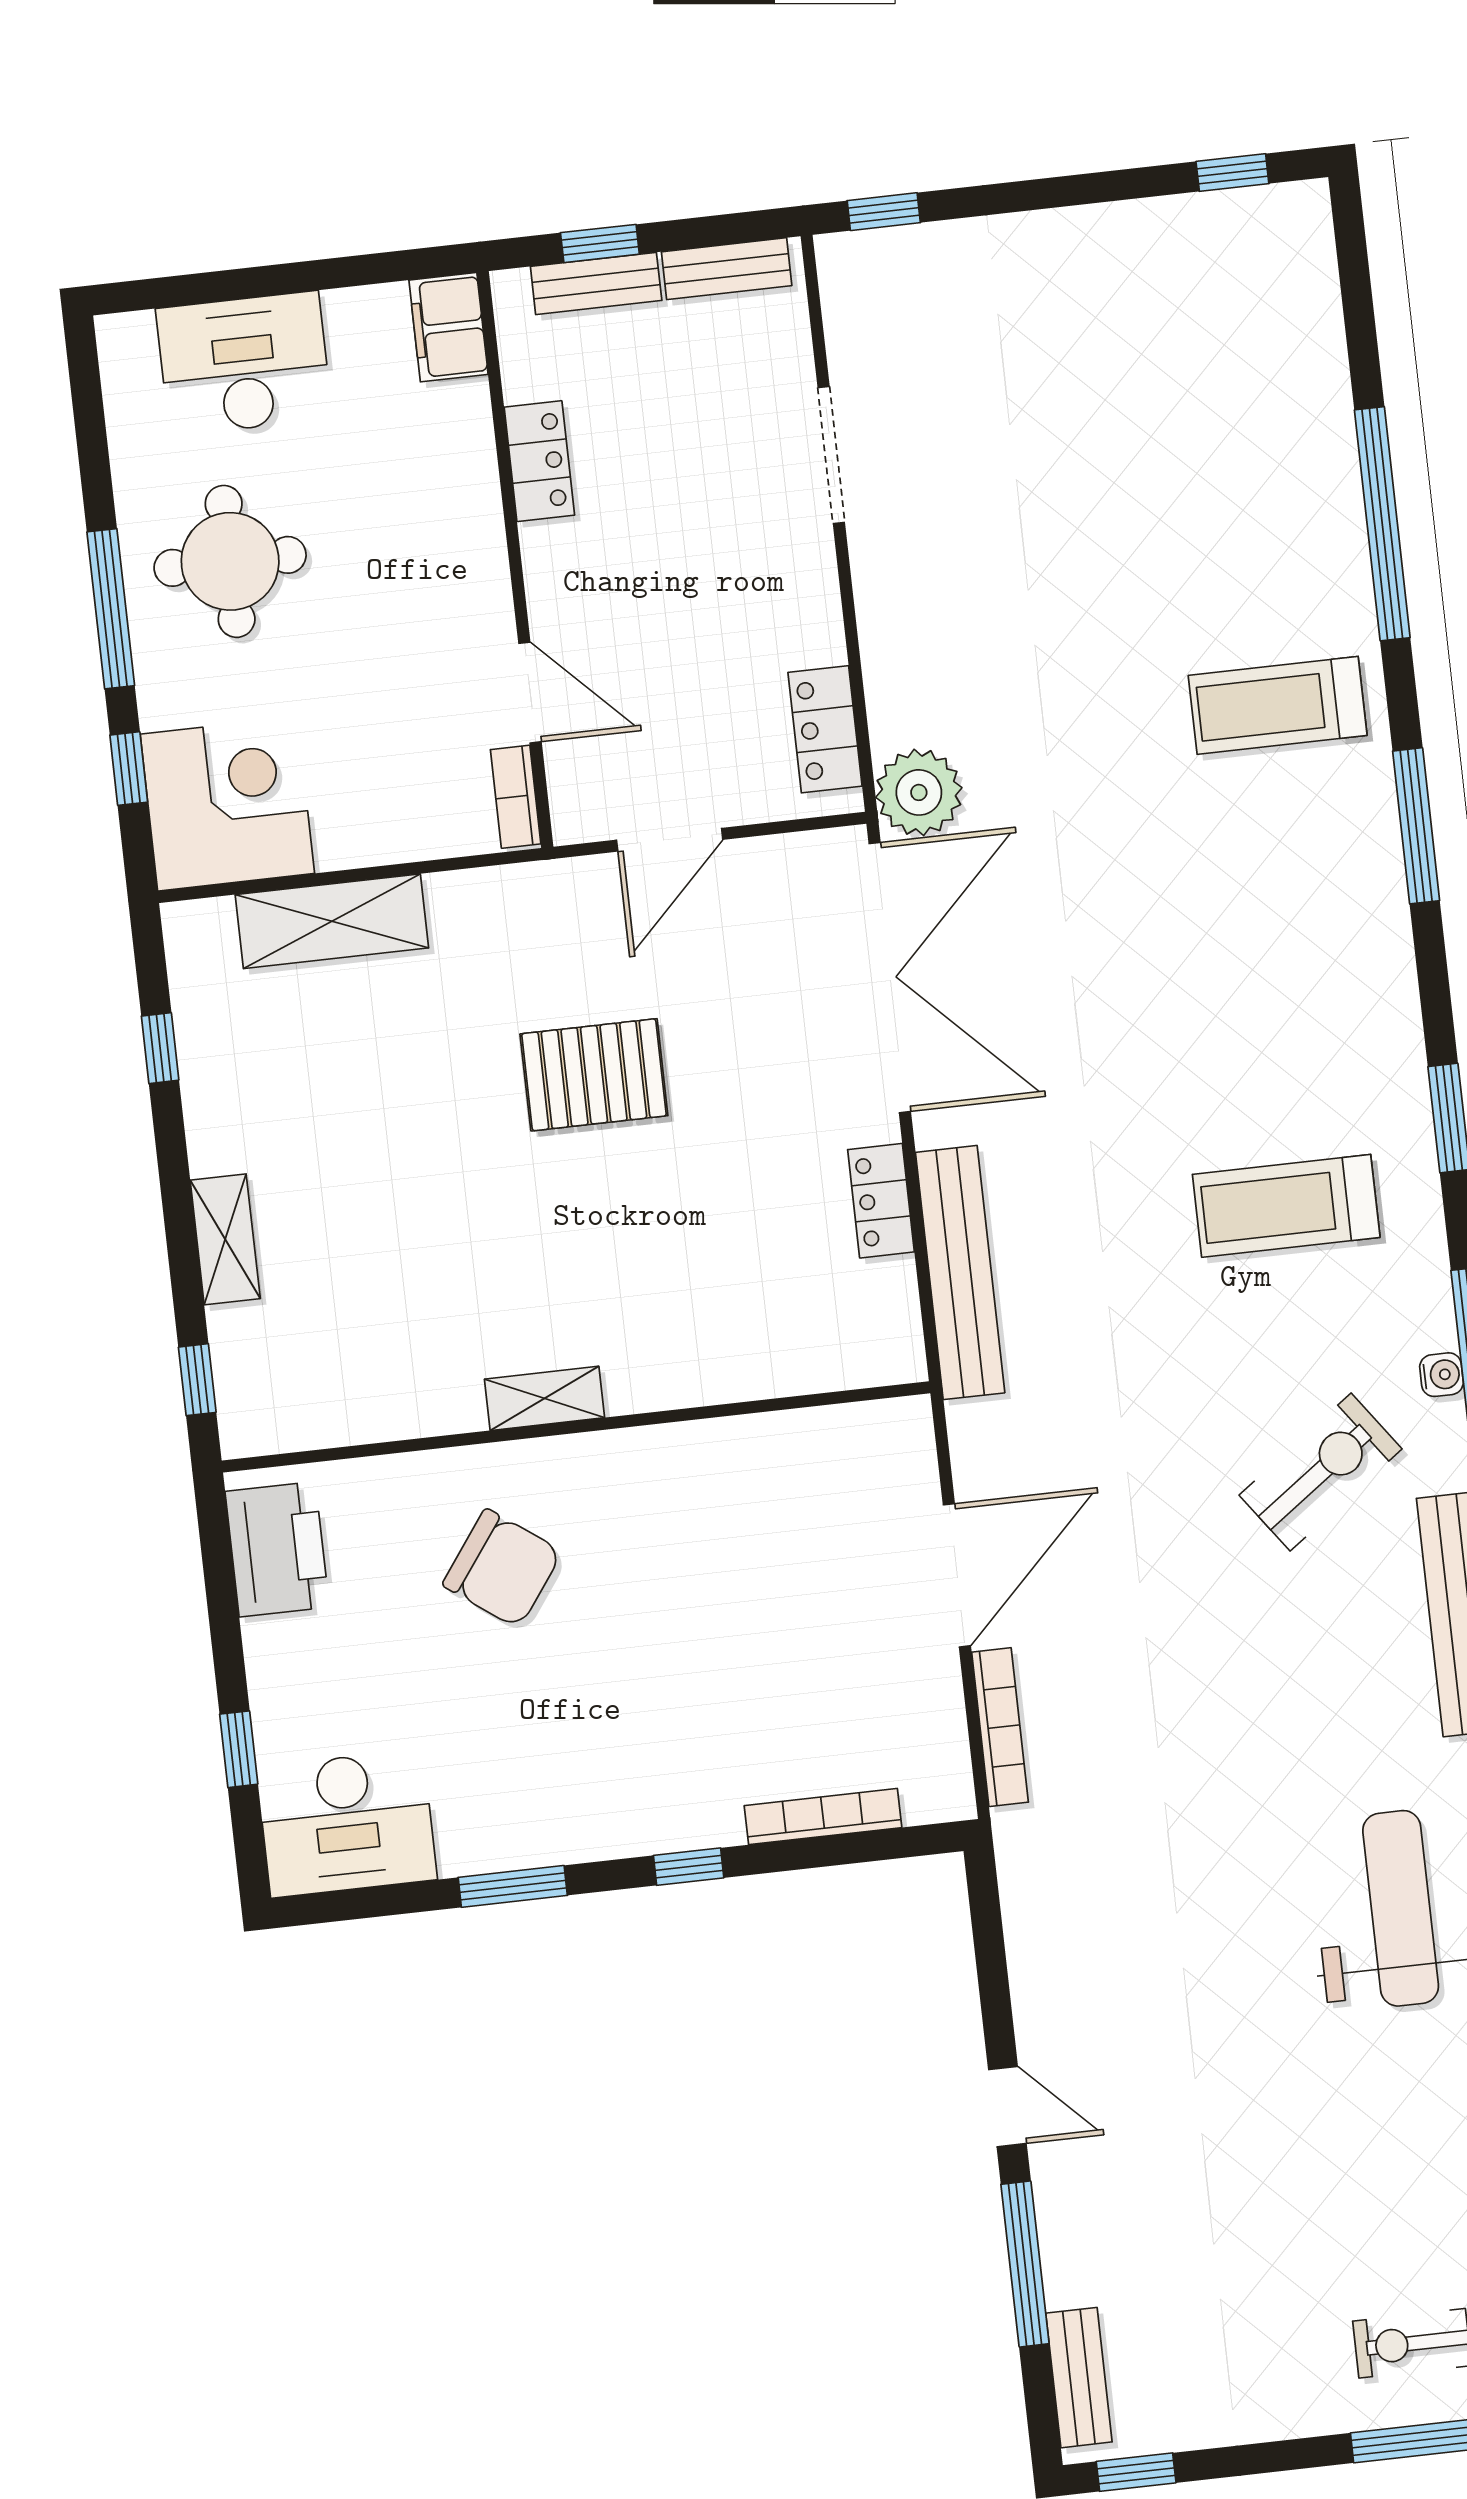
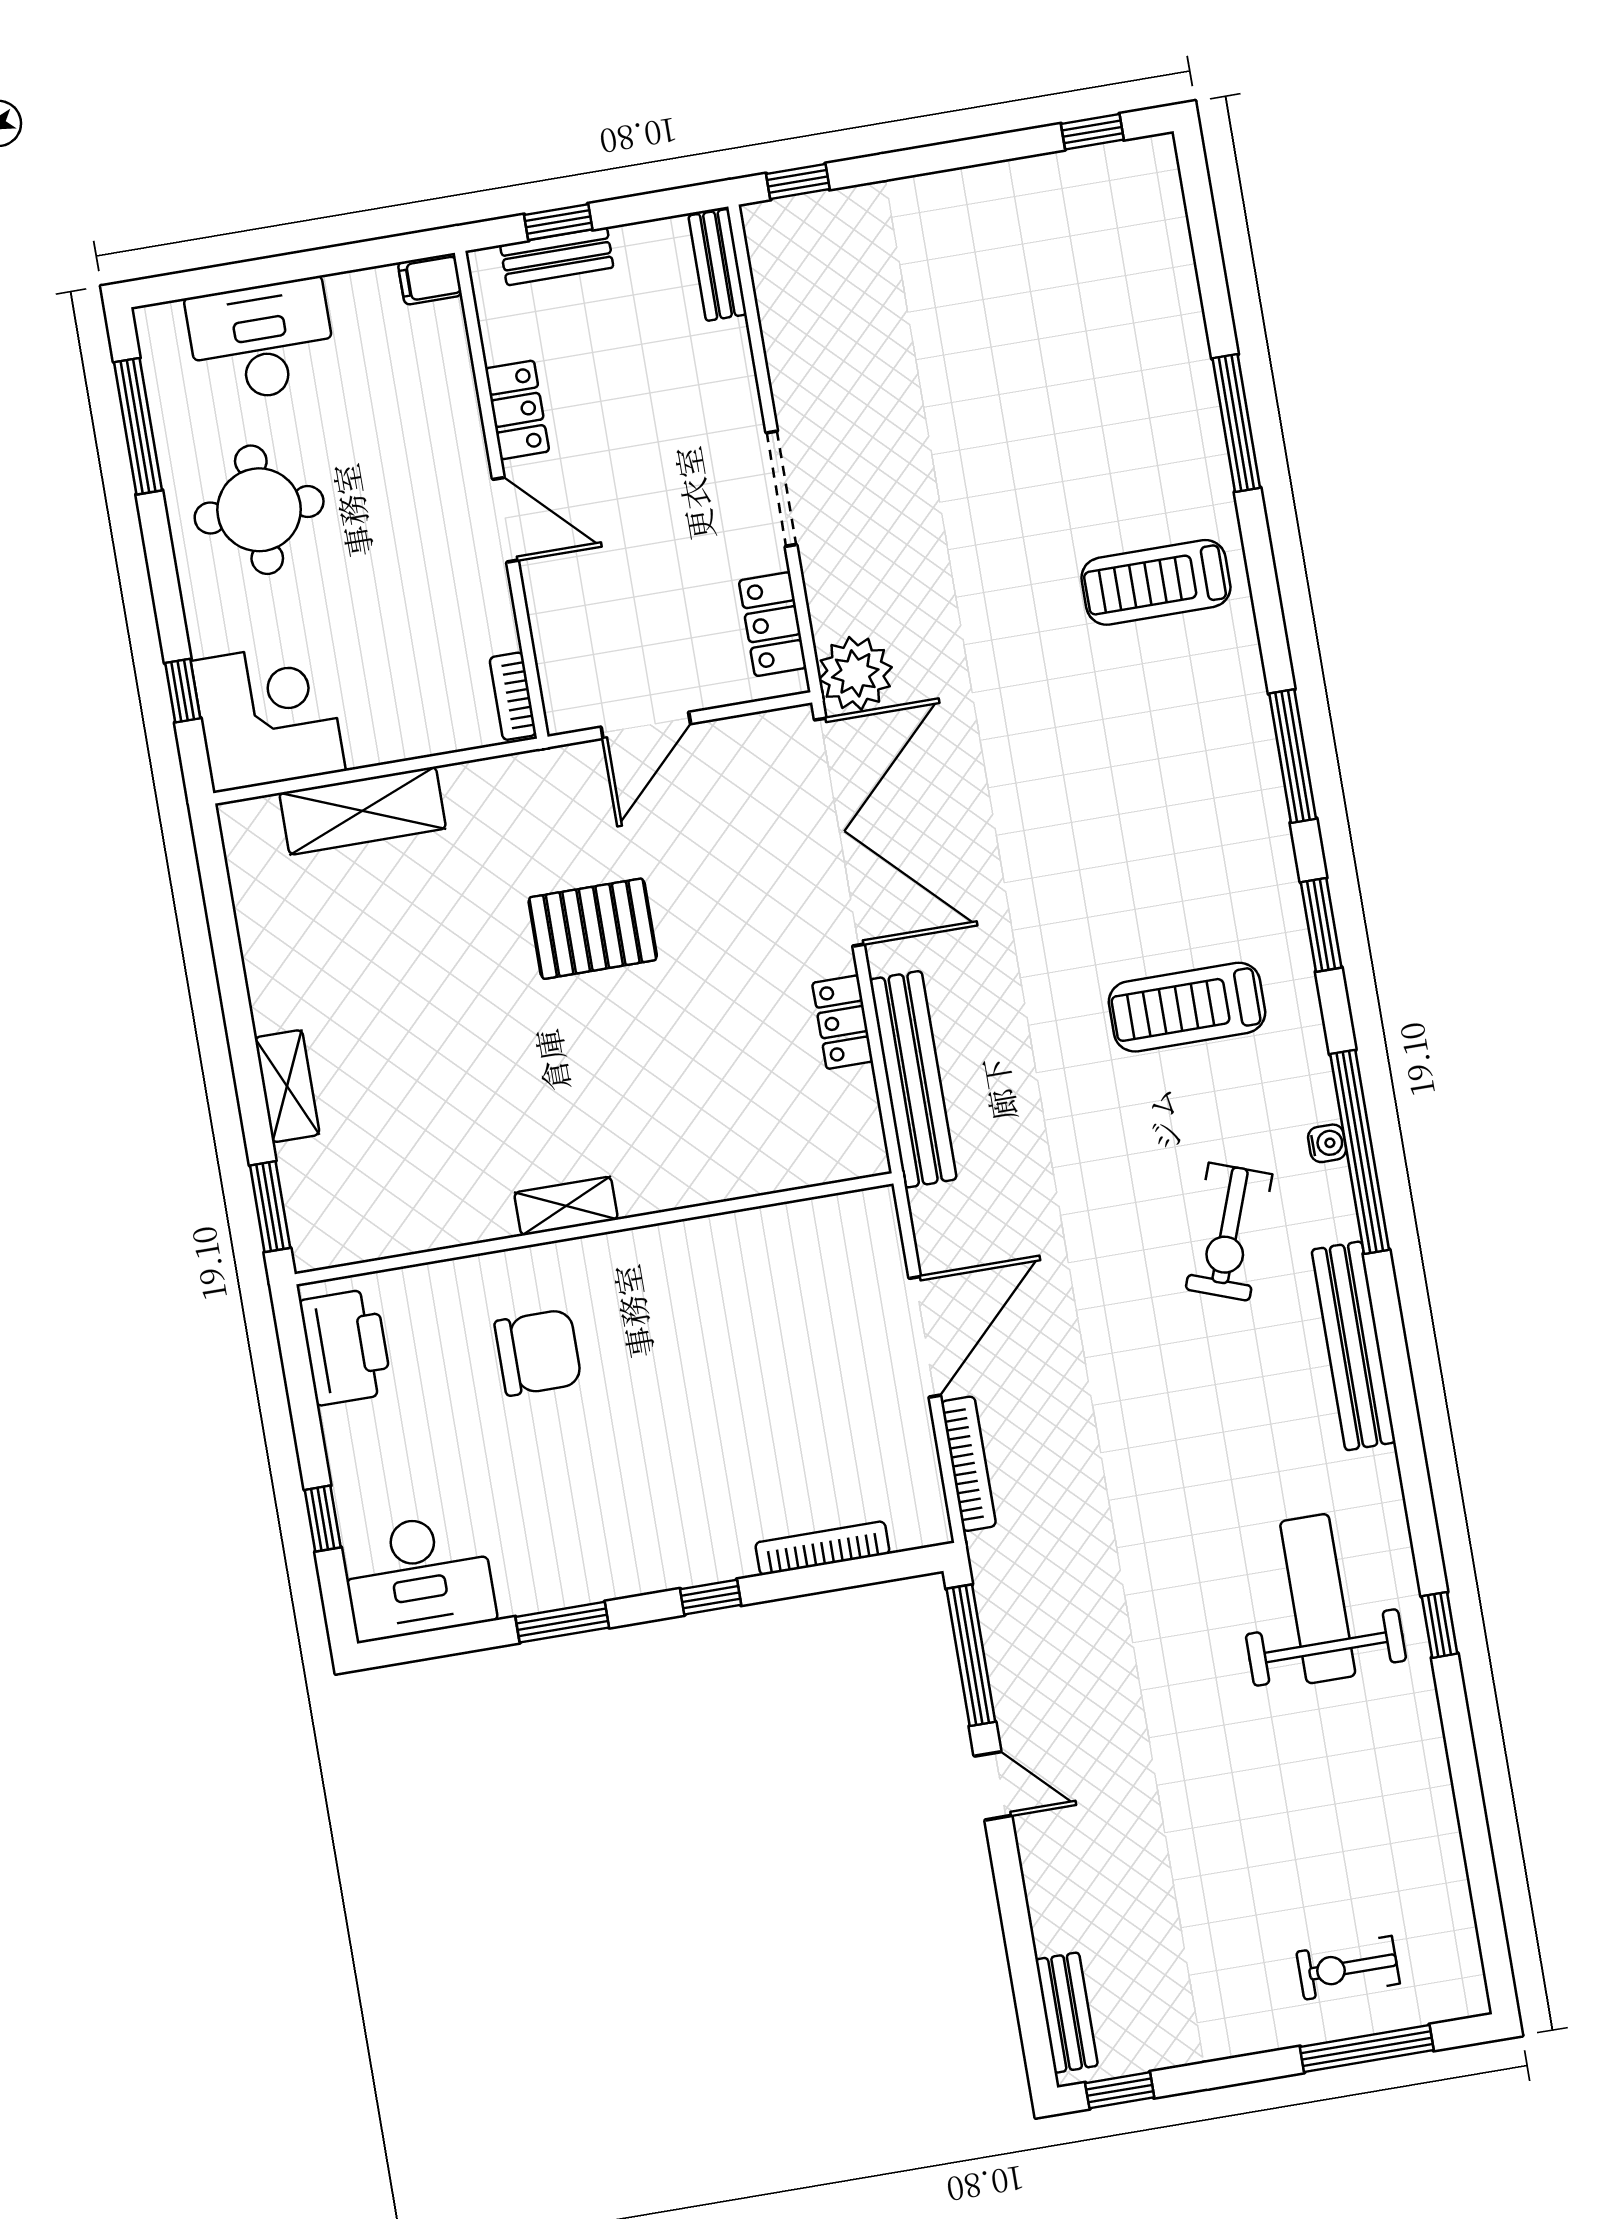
bench: (727, 269) -> (717, 265), moved, turned 90
filing cabinet: (449, 327) -> (430, 279), width x0.50
doorway: (831, 455) -> (781, 489), moved
window: (1382, 524) -> (1236, 423), width x0.68
window: (111, 609) -> (138, 426), moved
door: (530, 693) -> (505, 520), moved
window: (1416, 826) -> (1293, 756), moved
window: (160, 1048) -> (223, 927), removed
window: (197, 1380) -> (270, 1207), width x1.50
exercise bike: (1321, 1472) -> (1229, 1232), turned 146
chair: (502, 1568) -> (538, 1352), turned -36
window: (1025, 2264) -> (971, 1655), moved

